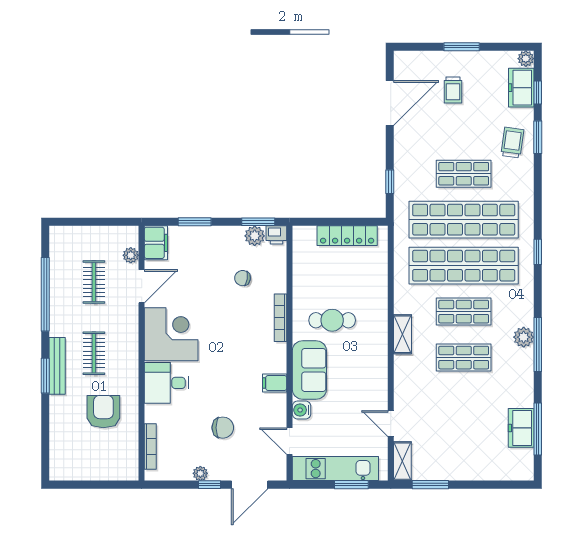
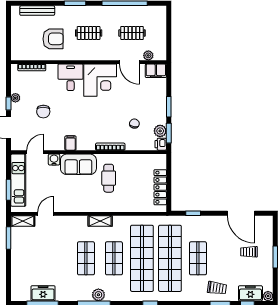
window: (195, 222) -> (169, 107), moved
bench: (57, 366) -> (37, 11), moved

